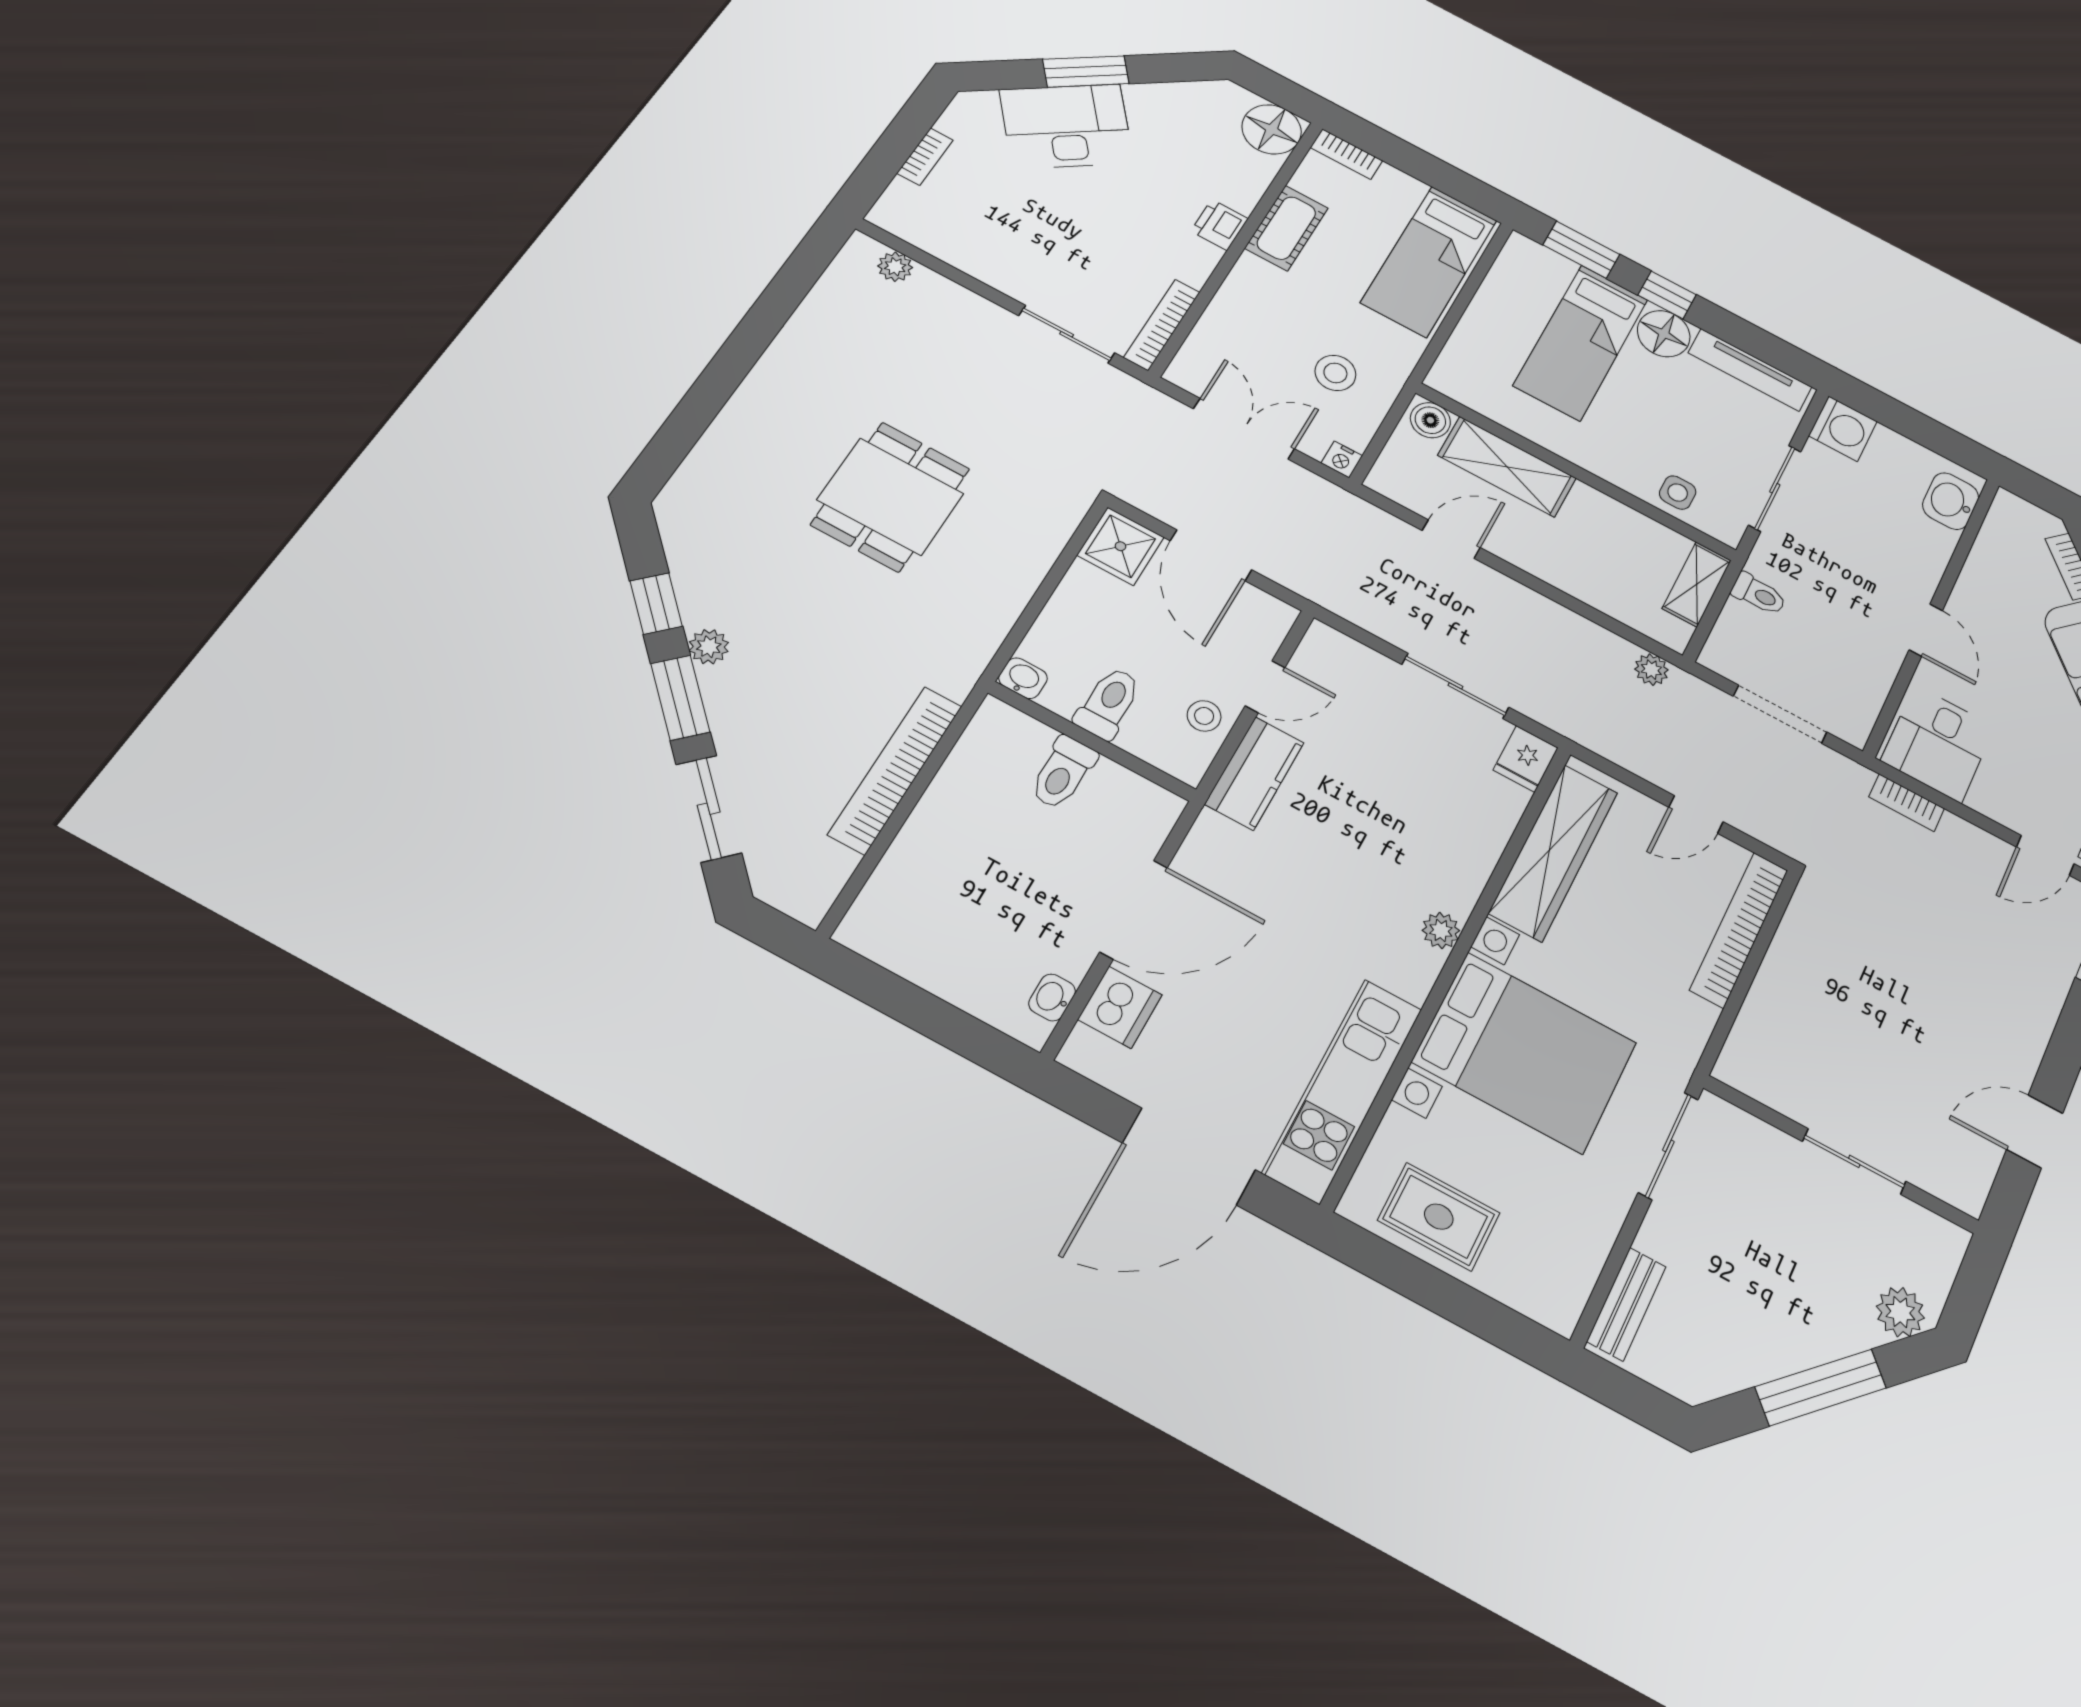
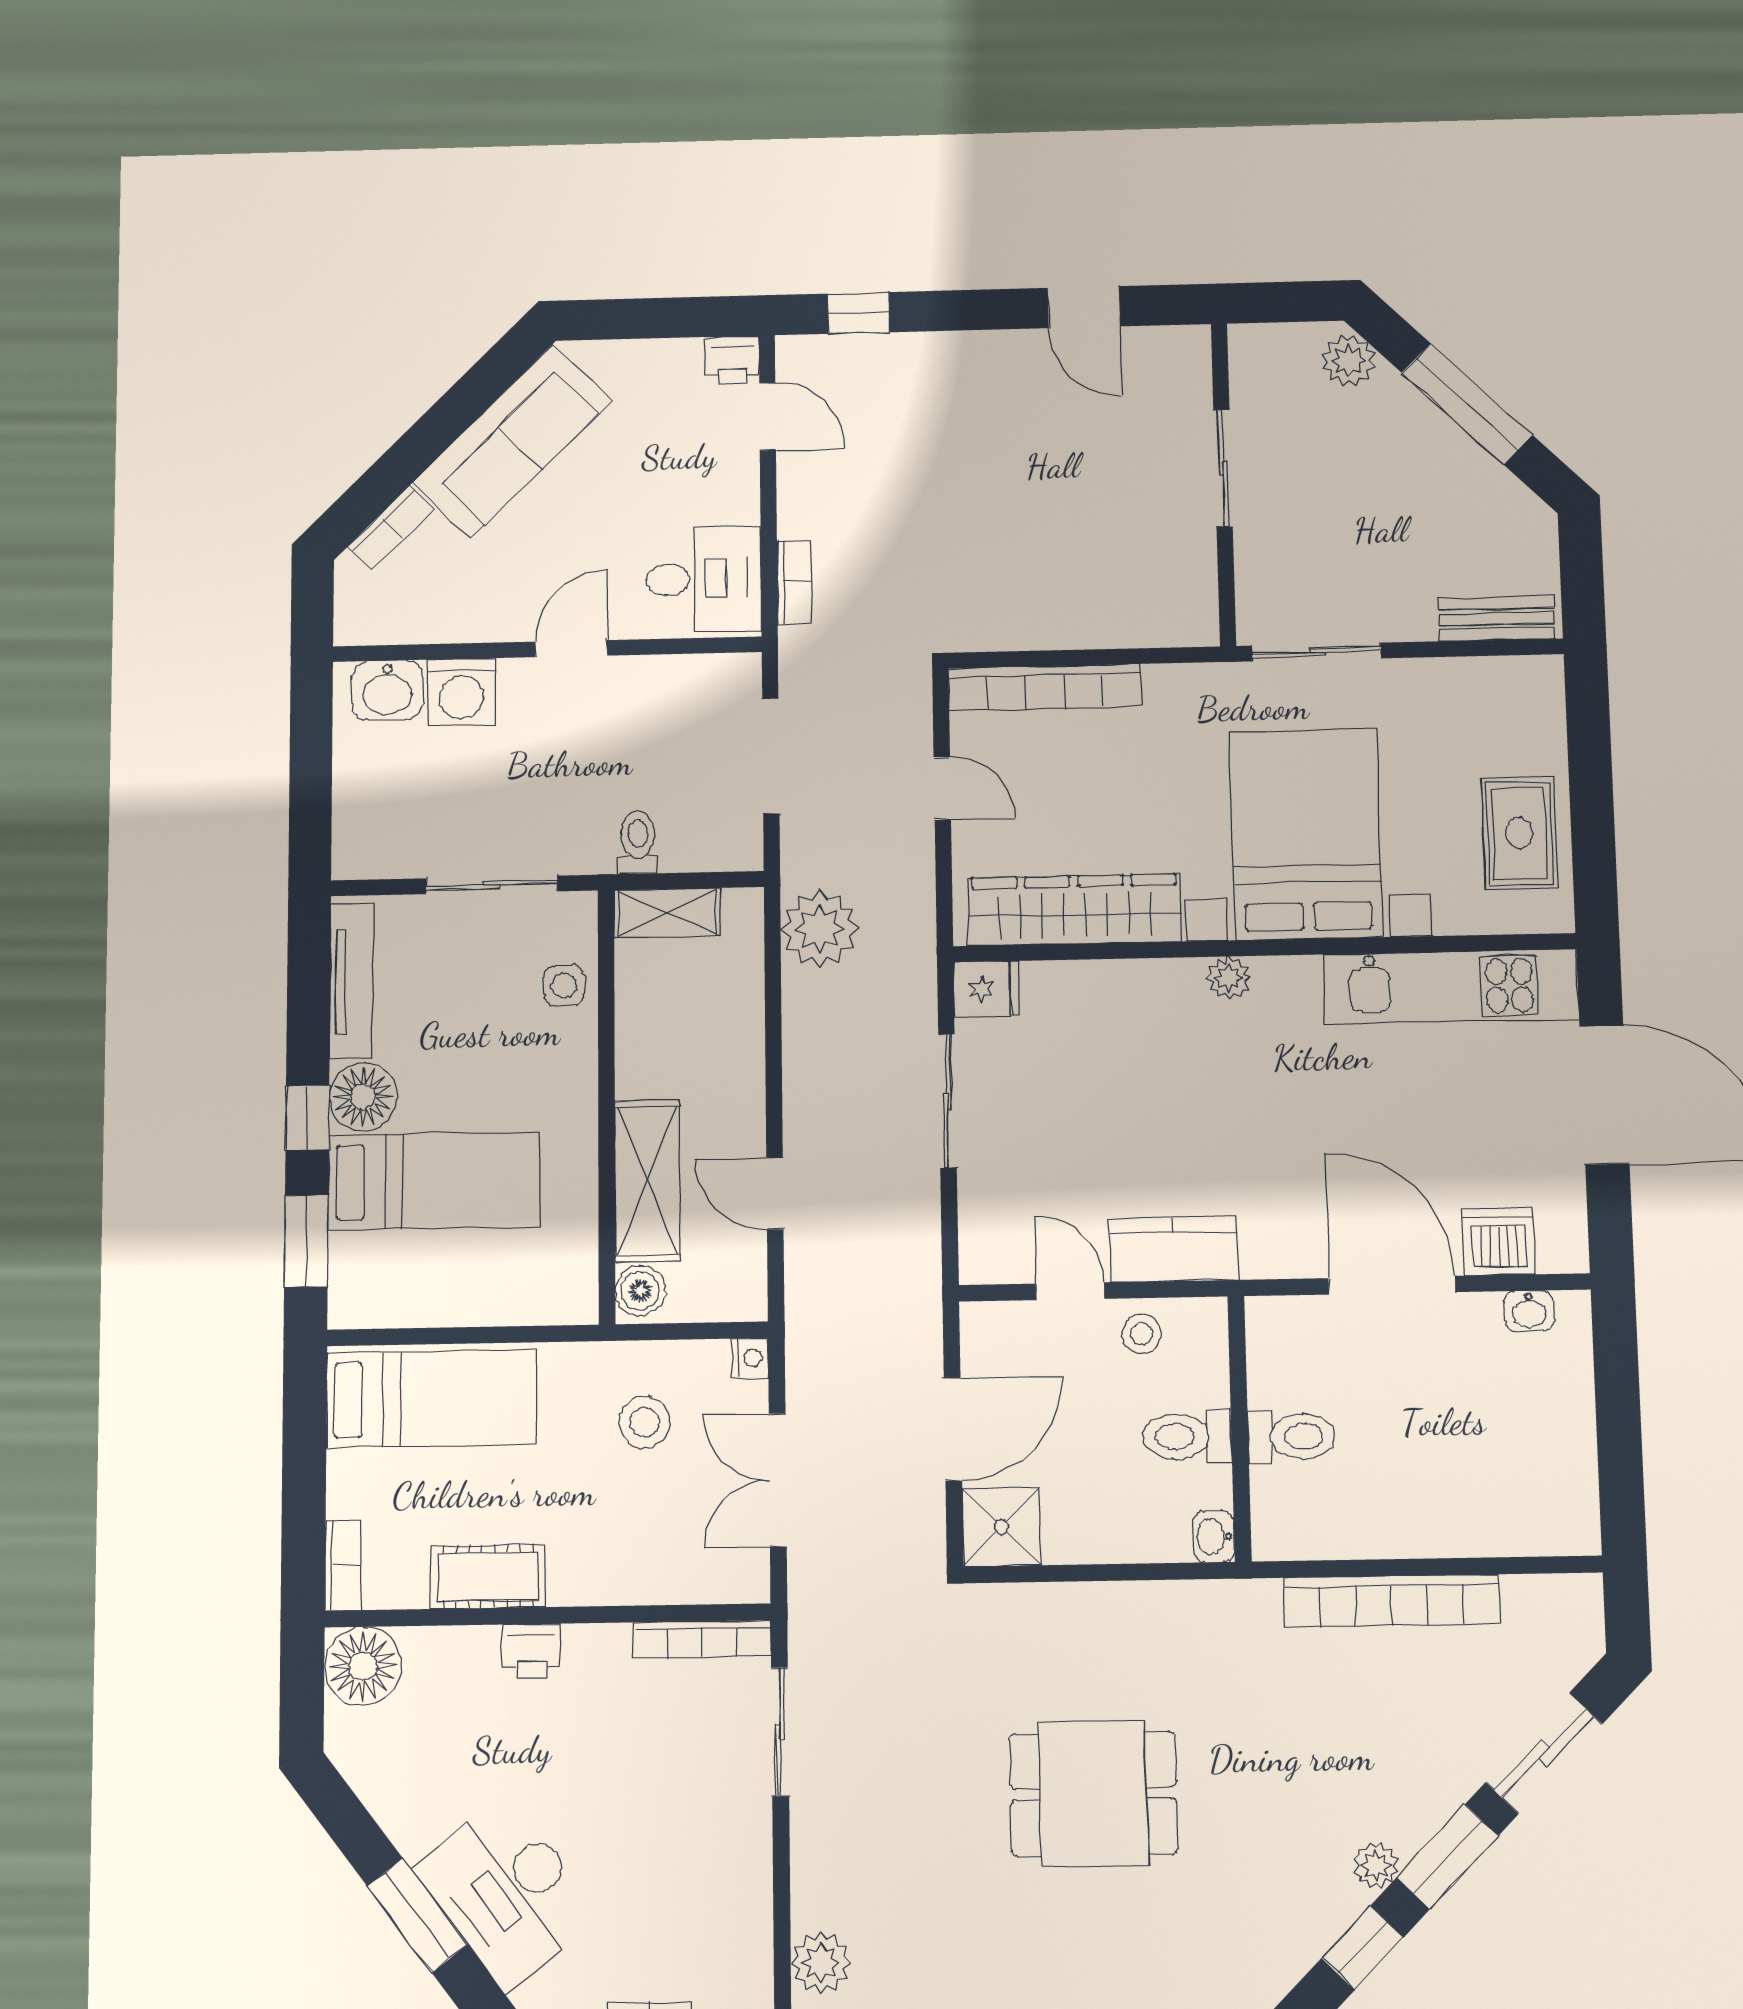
plant: (895, 267) -> (821, 1963), width x1.38, depth x1.38
washing machine: (1843, 429) -> (461, 692), moved, turned 180
plant: (1651, 670) -> (820, 929), width x1.87, depth x1.87

